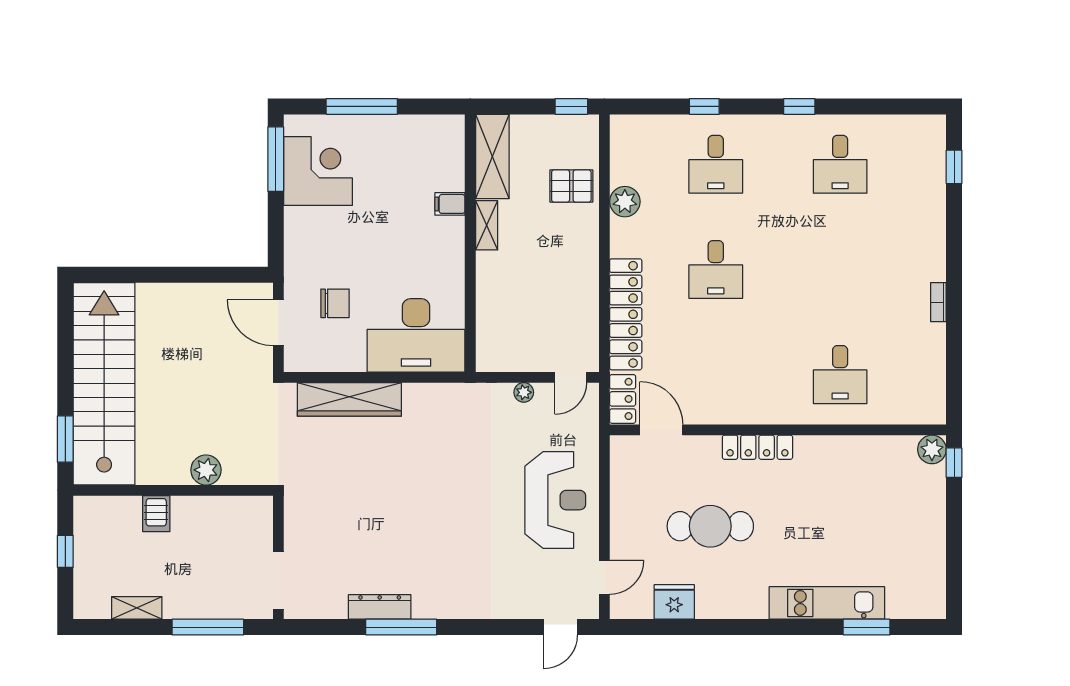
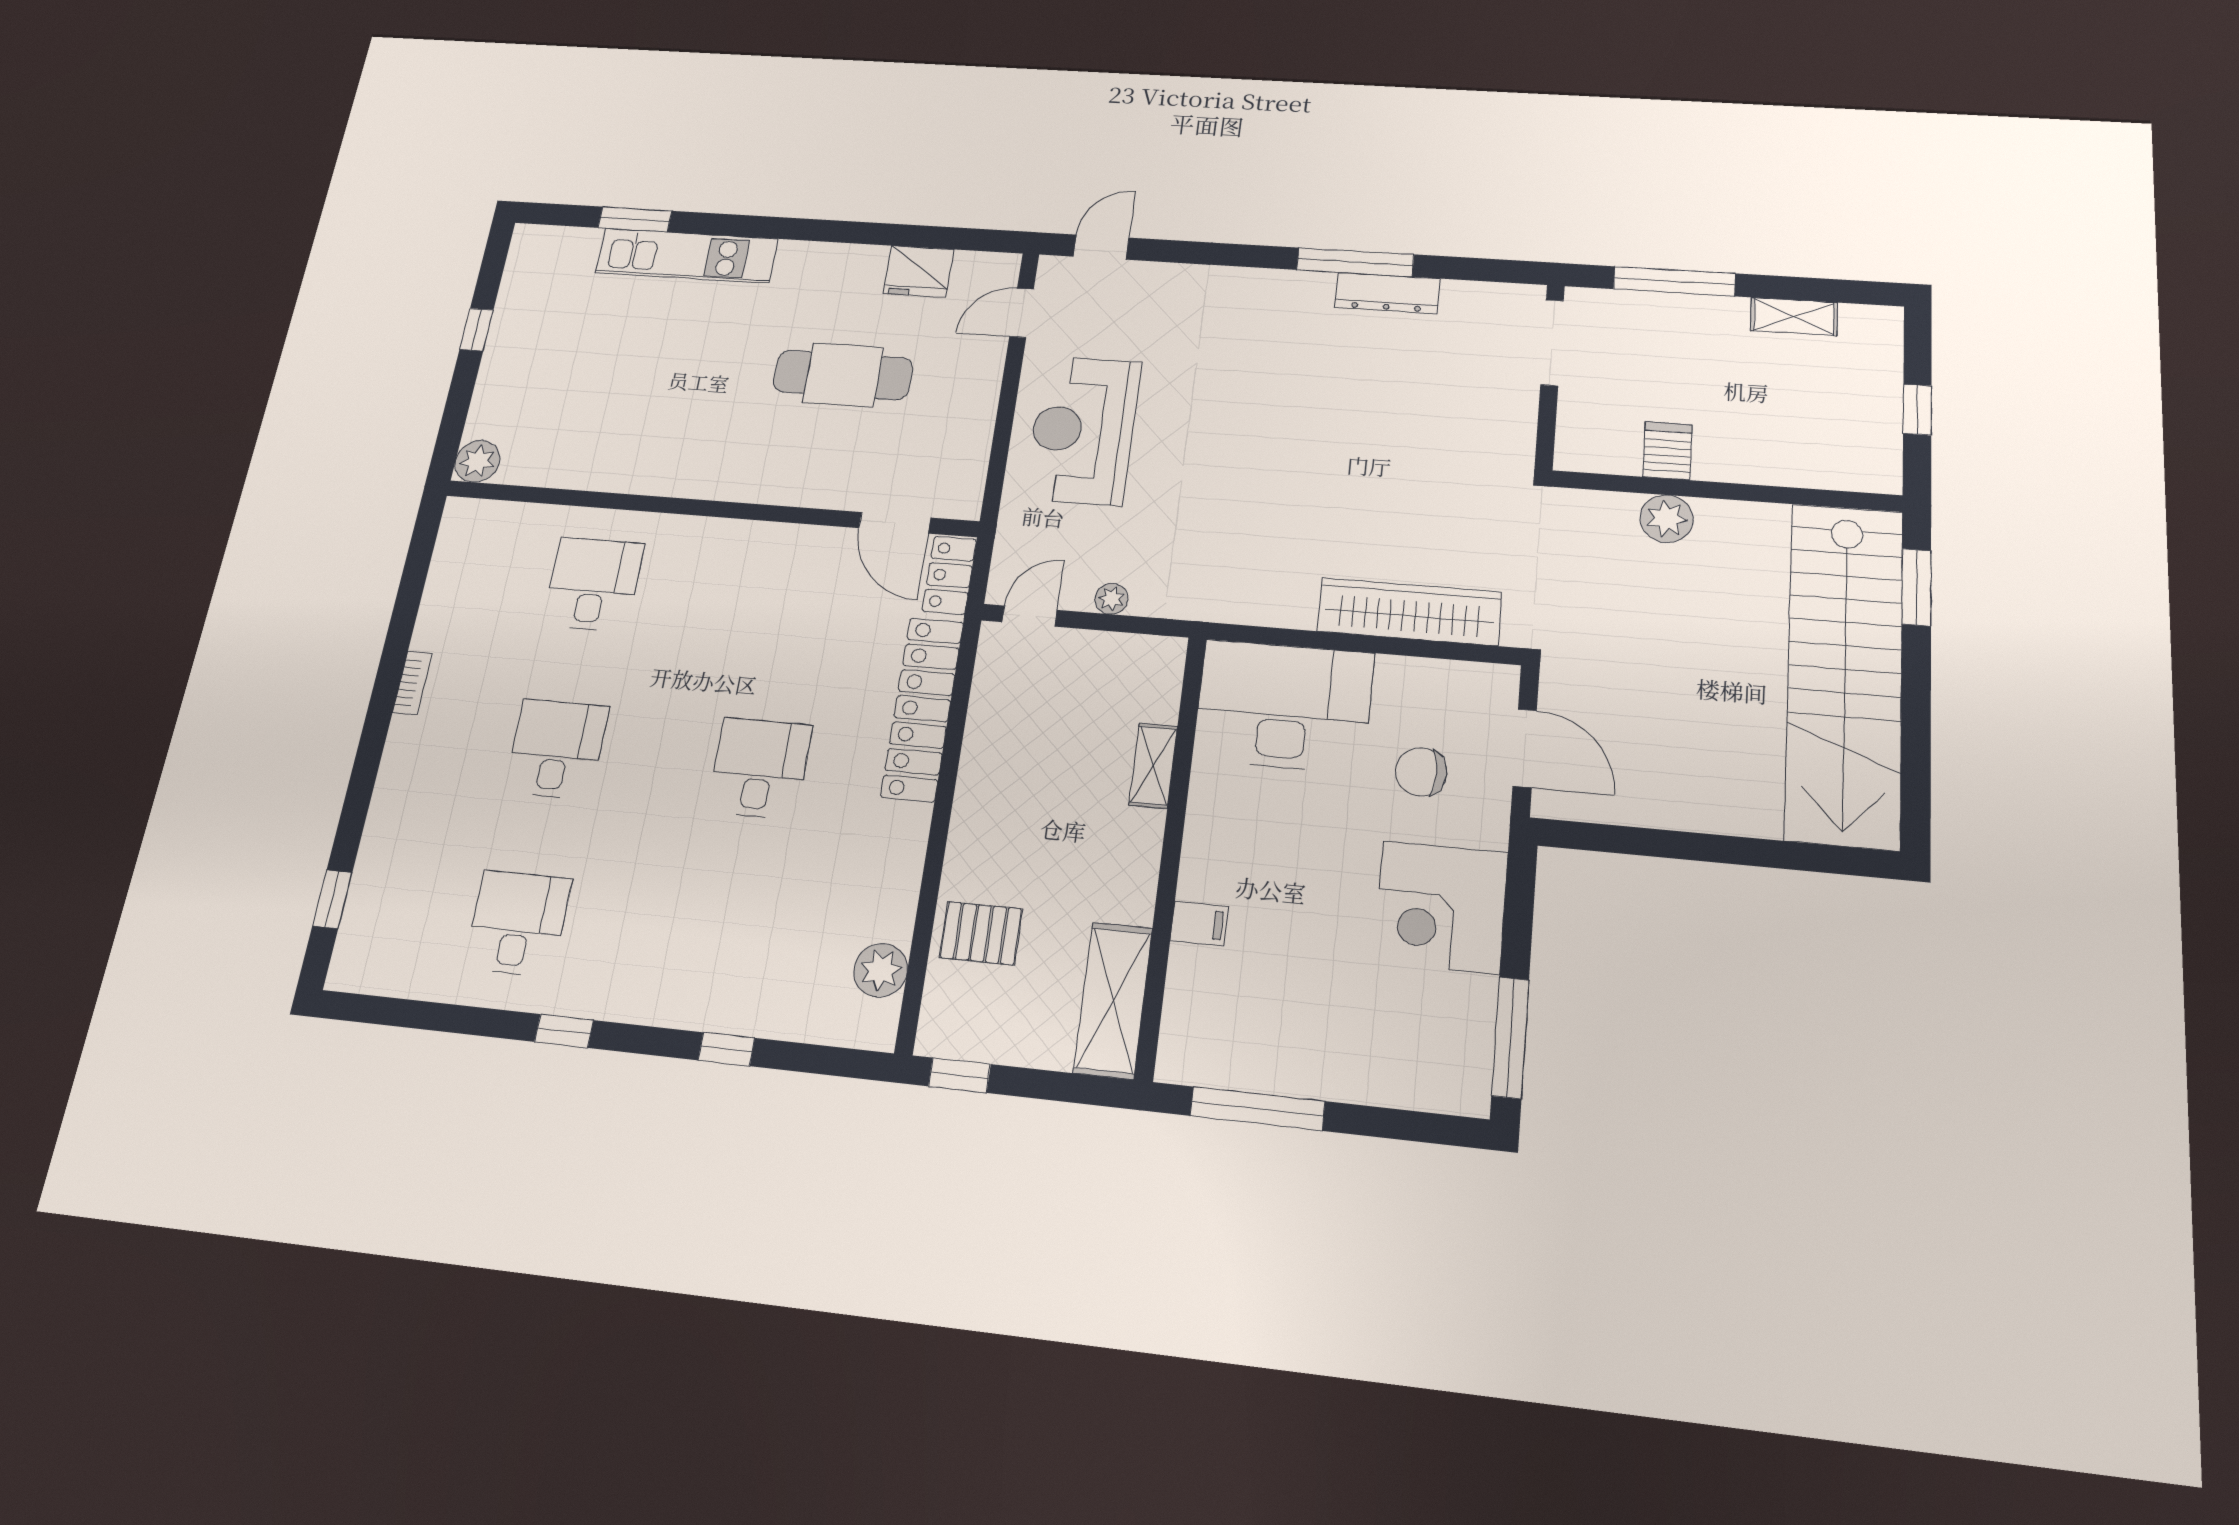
window: (362, 106) -> (1257, 1109), moved
desk: (716, 164) -> (556, 749), moved
corner desk: (318, 171) -> (1441, 907), moved
plant: (625, 202) -> (881, 970), moved
shelving: (487, 225) -> (1153, 766), moved
locker: (757, 447) -> (747, 485), removed
window: (954, 463) -> (477, 330), moved
server rack: (156, 514) -> (1667, 451), moved

